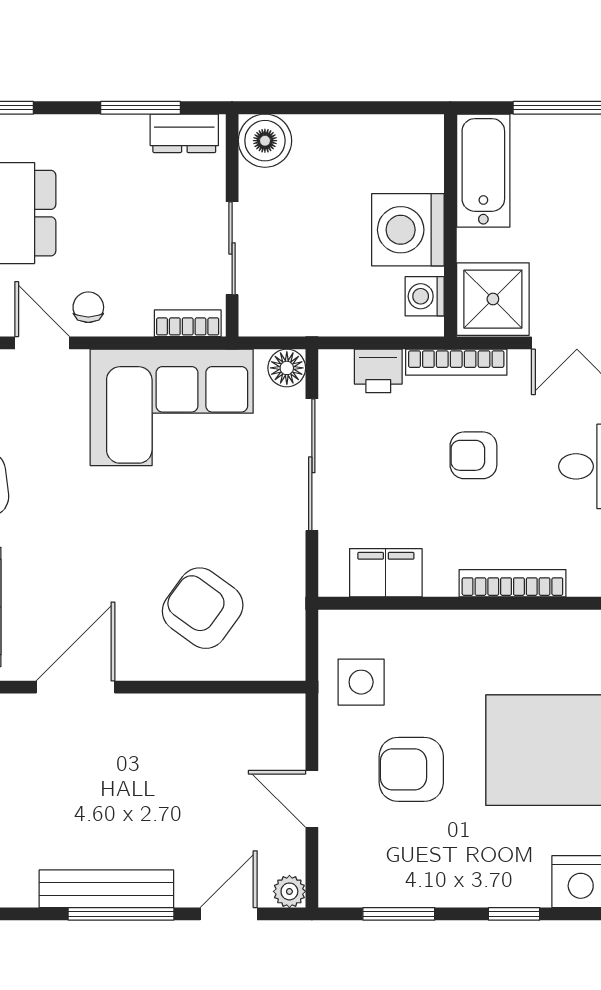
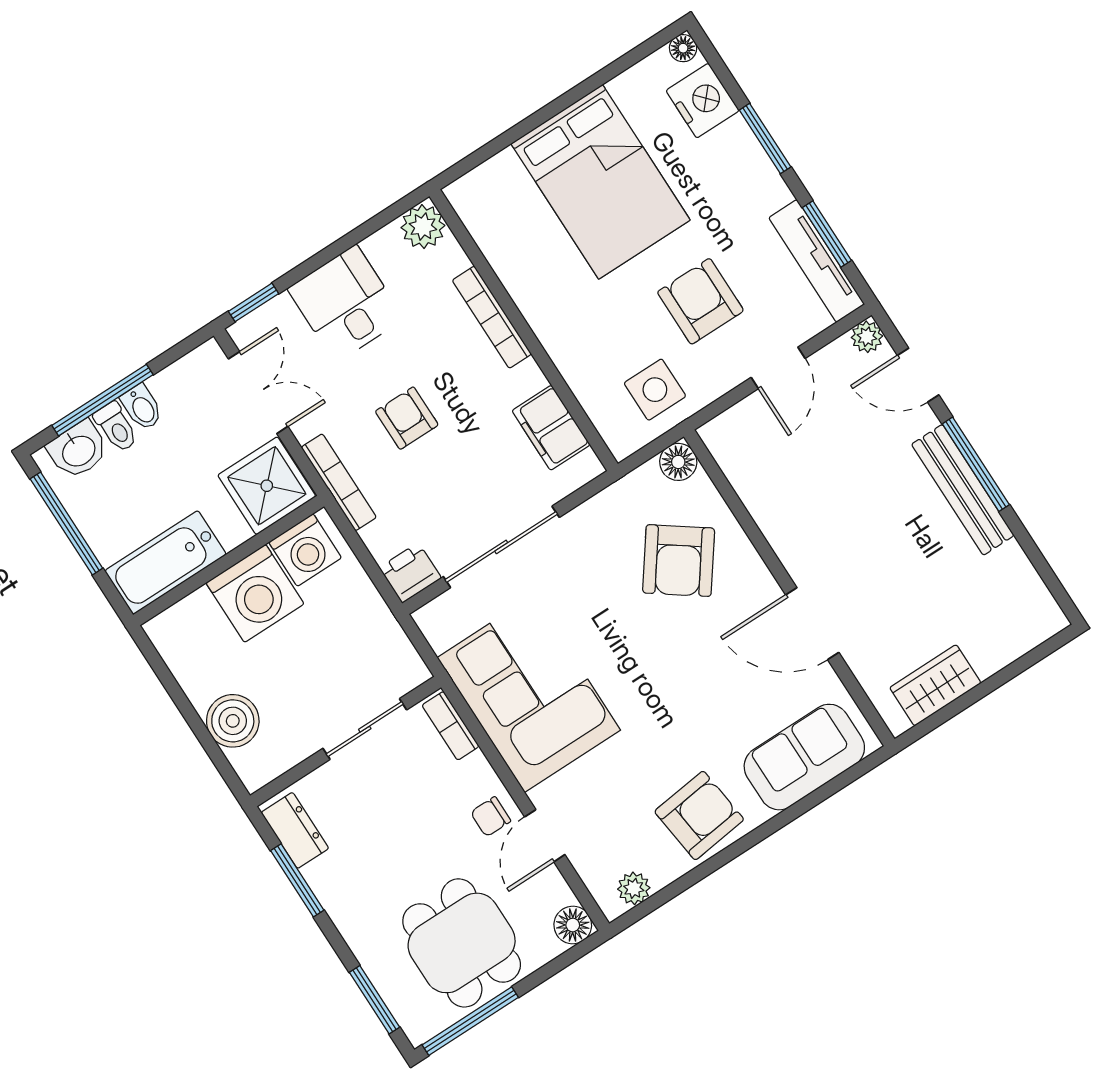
boiler: (265, 141) -> (233, 721), moved
washing machine: (425, 296) -> (305, 550), width x1.38, depth x1.38
floor lamp: (287, 368) -> (678, 462), moved
printer: (378, 371) -> (410, 573), moved, turned -90
armchair: (473, 455) -> (407, 418), turned 180
armchair: (411, 769) -> (700, 301), turned 180
tv unit: (382, 890) -> (817, 261), added
window: (514, 914) -> (765, 139), width x1.50

